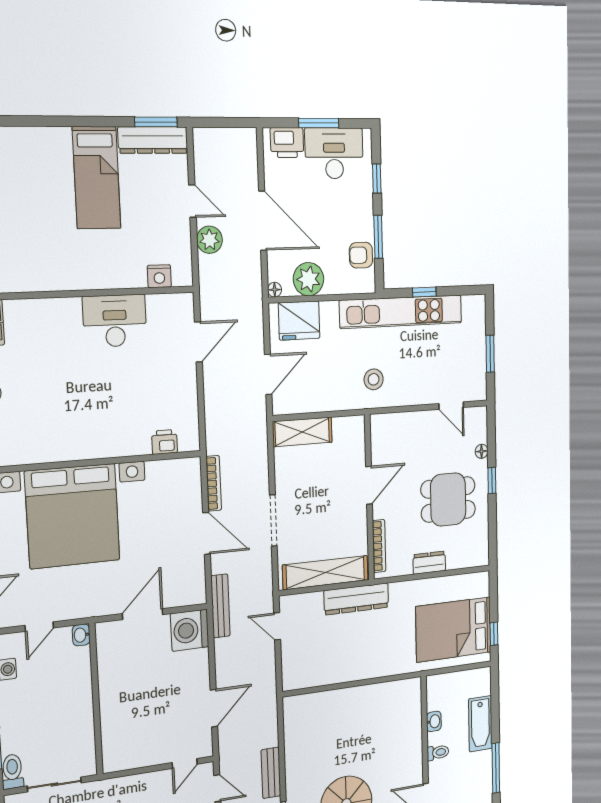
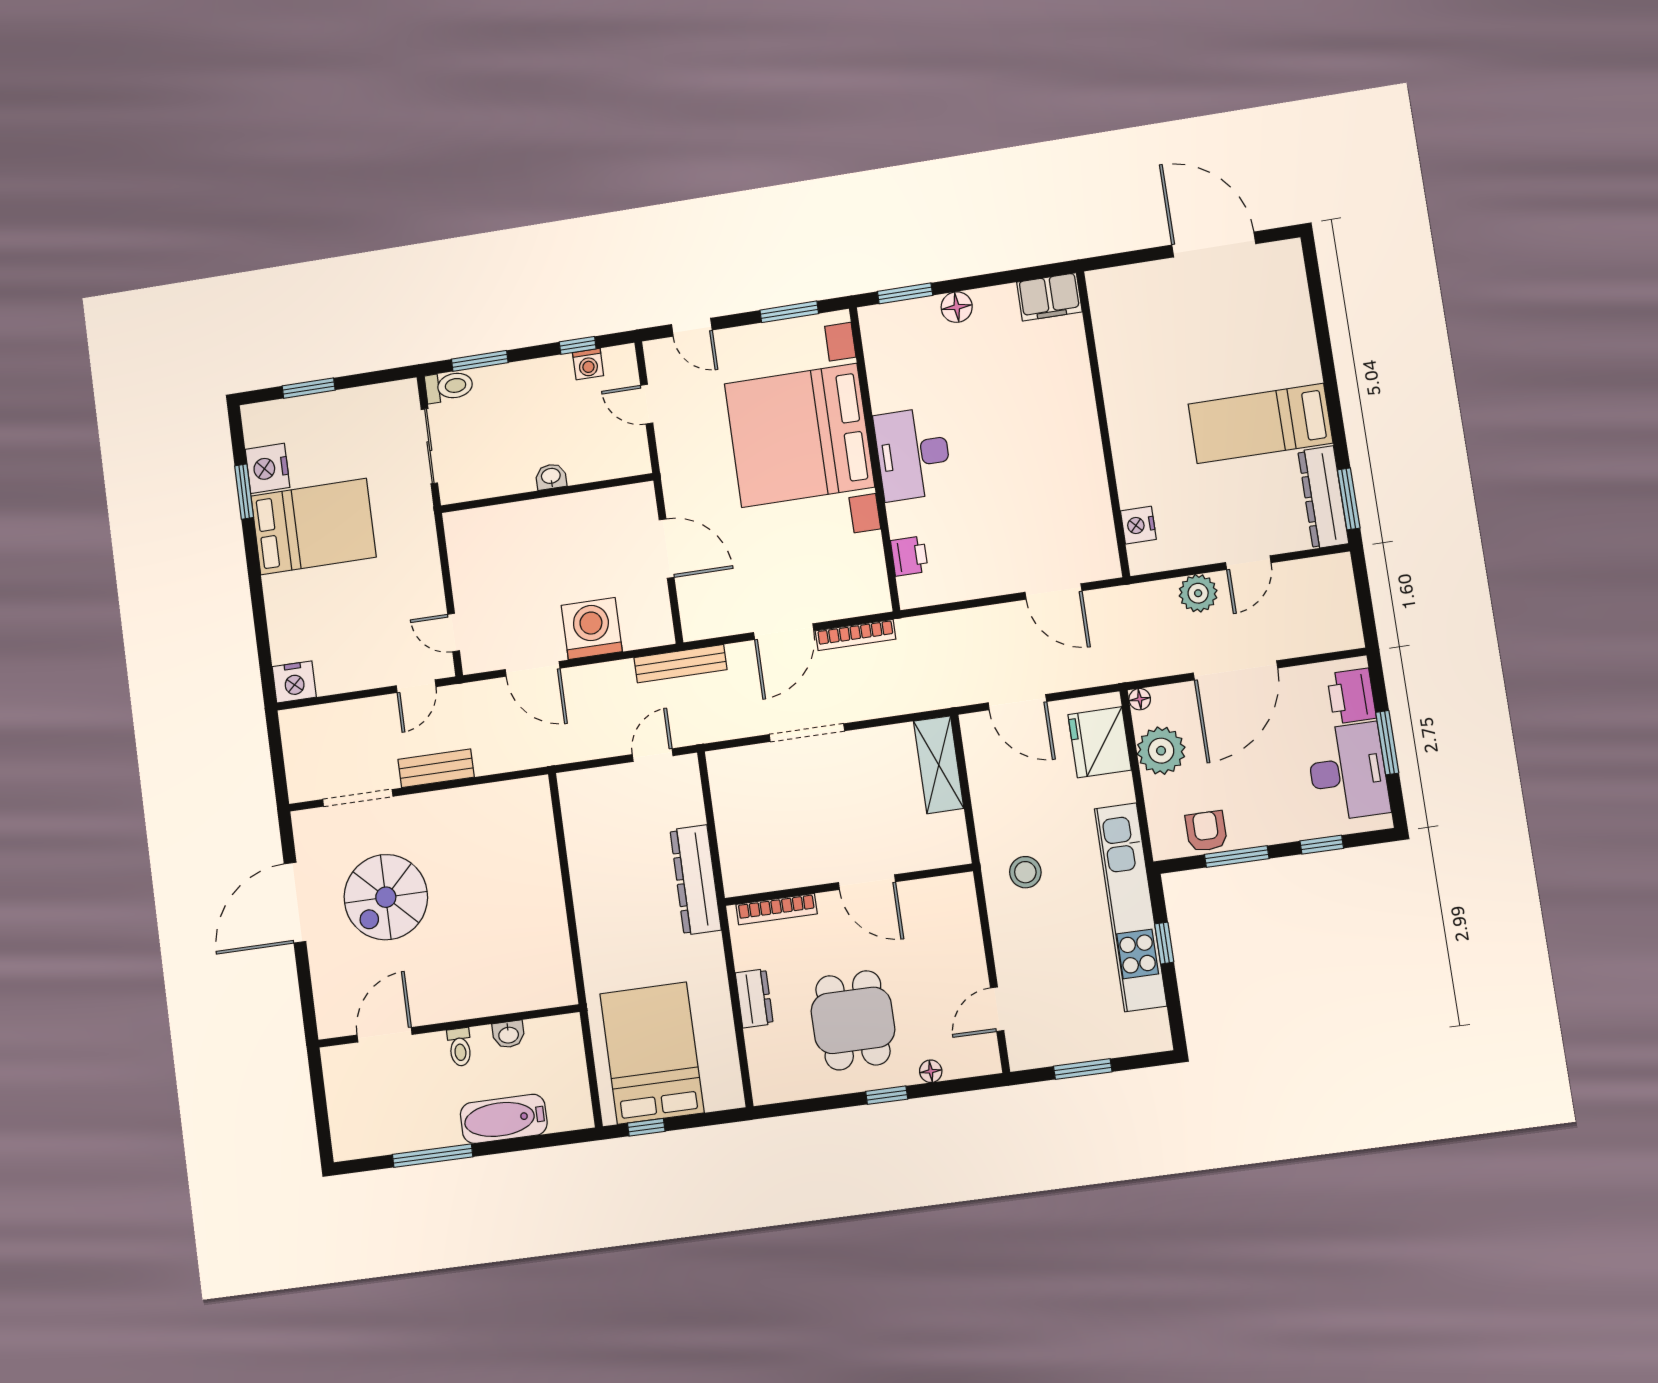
desk: (115, 321) -> (913, 454), moved, turned 180
shelving: (325, 573) -> (734, 825), removed
washing machine: (190, 630) -> (592, 628), moved
washbasin: (81, 635) -> (551, 477), moved

